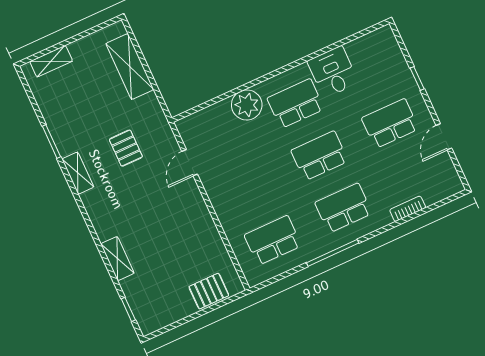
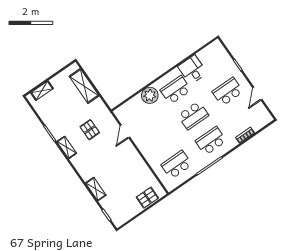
school desk: (320, 156) -> (193, 115), turned 180

